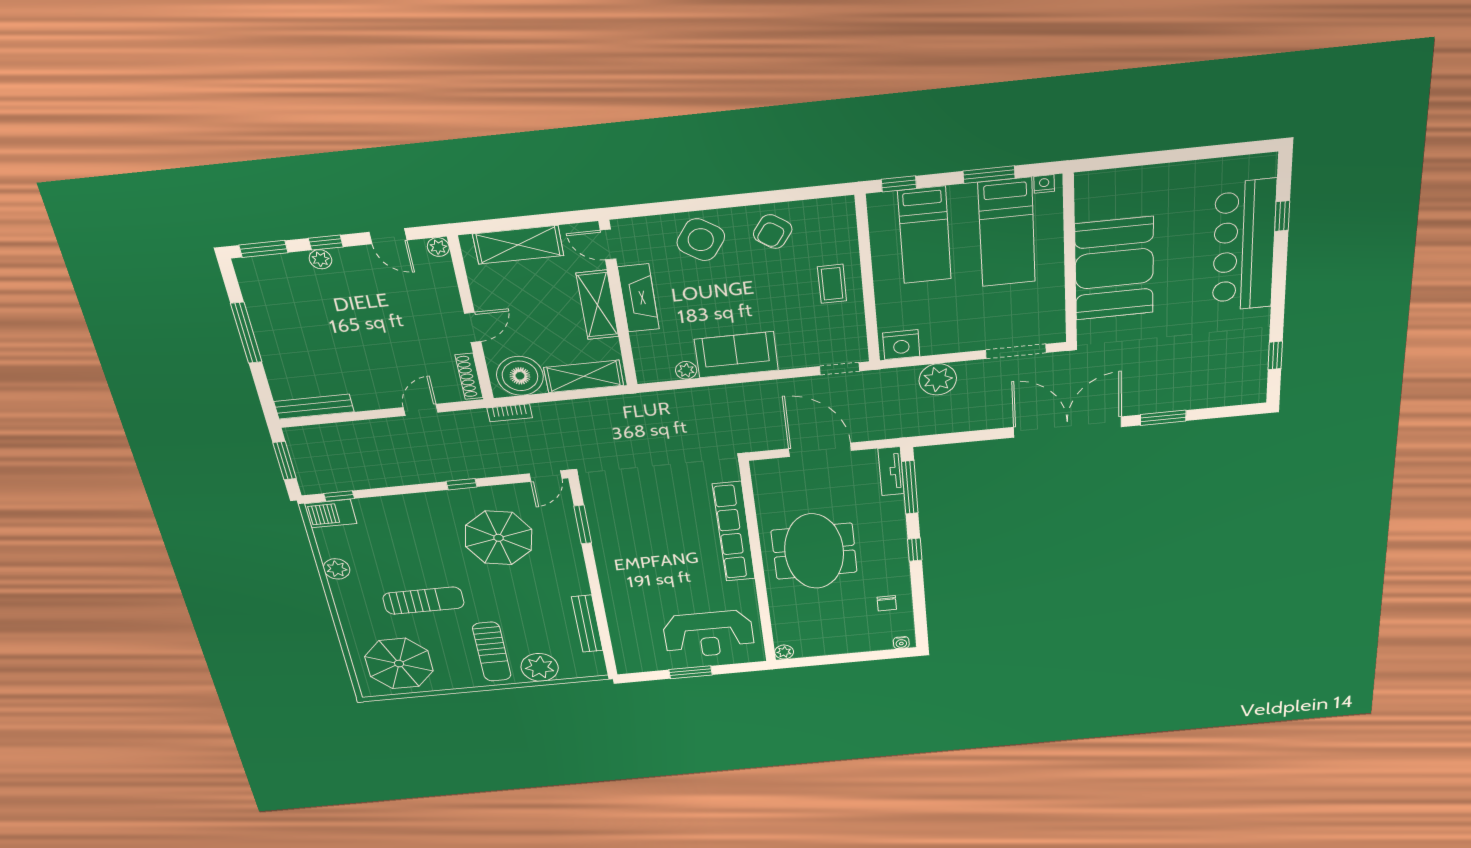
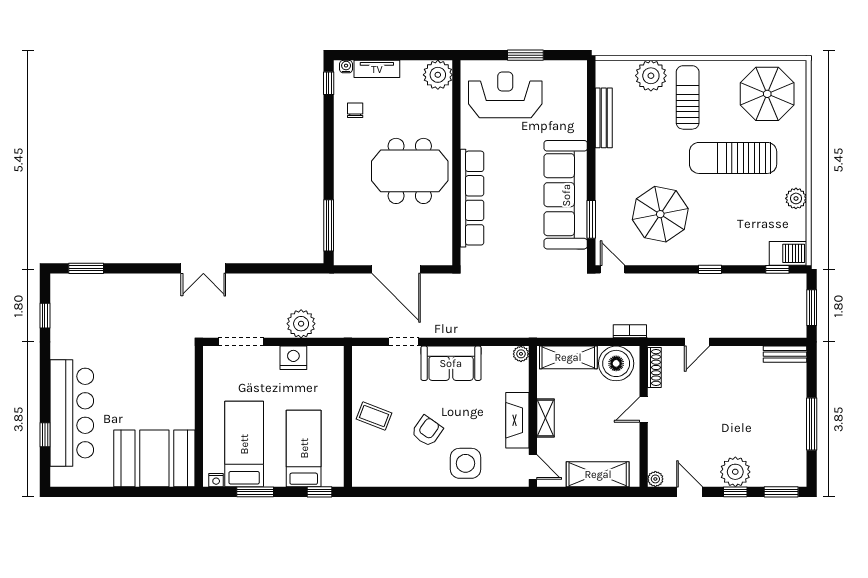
armchair: (773, 232) -> (427, 431), moved
side table: (701, 240) -> (466, 463), turned -34
plant: (320, 259) -> (735, 472), width x1.88, depth x1.88
booth: (1114, 269) -> (154, 458), moved, turned 90
coffee table: (832, 284) -> (374, 416), turned -69
shelving: (597, 305) -> (545, 418), width x0.67, depth x0.75
nightstand: (901, 345) -> (293, 358), moved
doorway: (839, 369) -> (404, 342), moved
plant: (686, 370) -> (521, 354), moved
bench: (314, 407) -> (785, 354), width x0.73
window: (1163, 418) -> (86, 268), moved
double door: (1067, 427) -> (203, 268), width x0.54
tv unit: (891, 471) -> (377, 69), moved, turned 90
door: (546, 476) -> (613, 269), hinge flipped
window: (462, 484) -> (710, 269), moved
sofa: (619, 546) -> (566, 195), added
window: (915, 550) -> (329, 83), moved
meeting table: (814, 551) -> (410, 171), turned 90
sun lounger: (424, 601) -> (733, 158), width x1.36, depth x1.34
plant: (784, 652) -> (438, 75), width x1.87, depth x1.87

